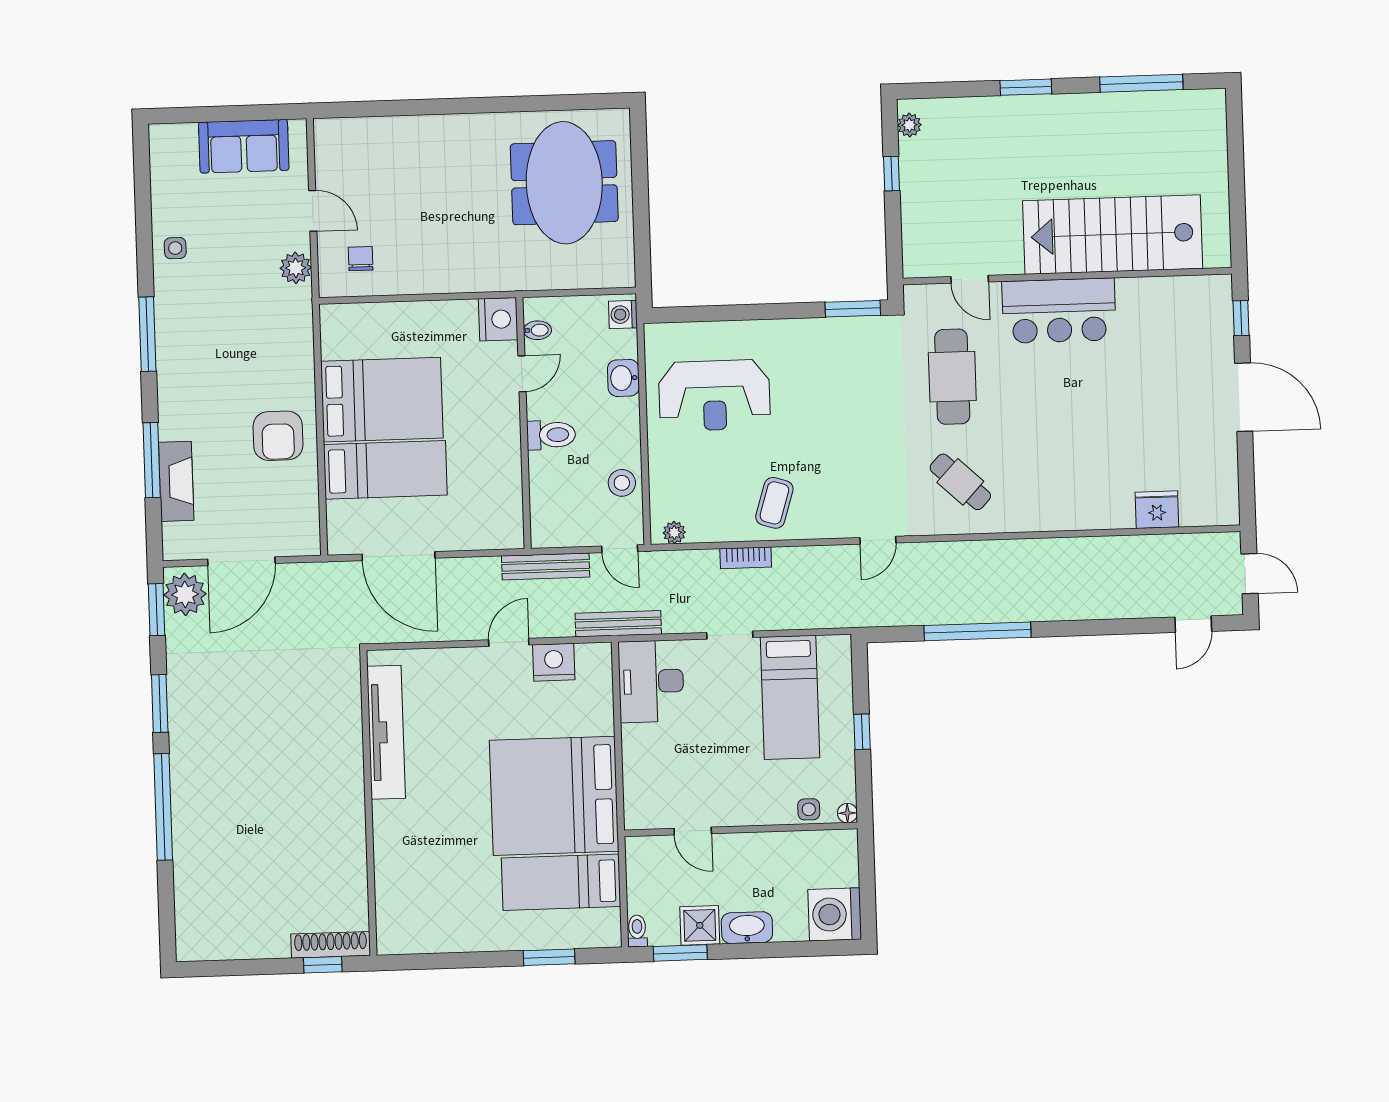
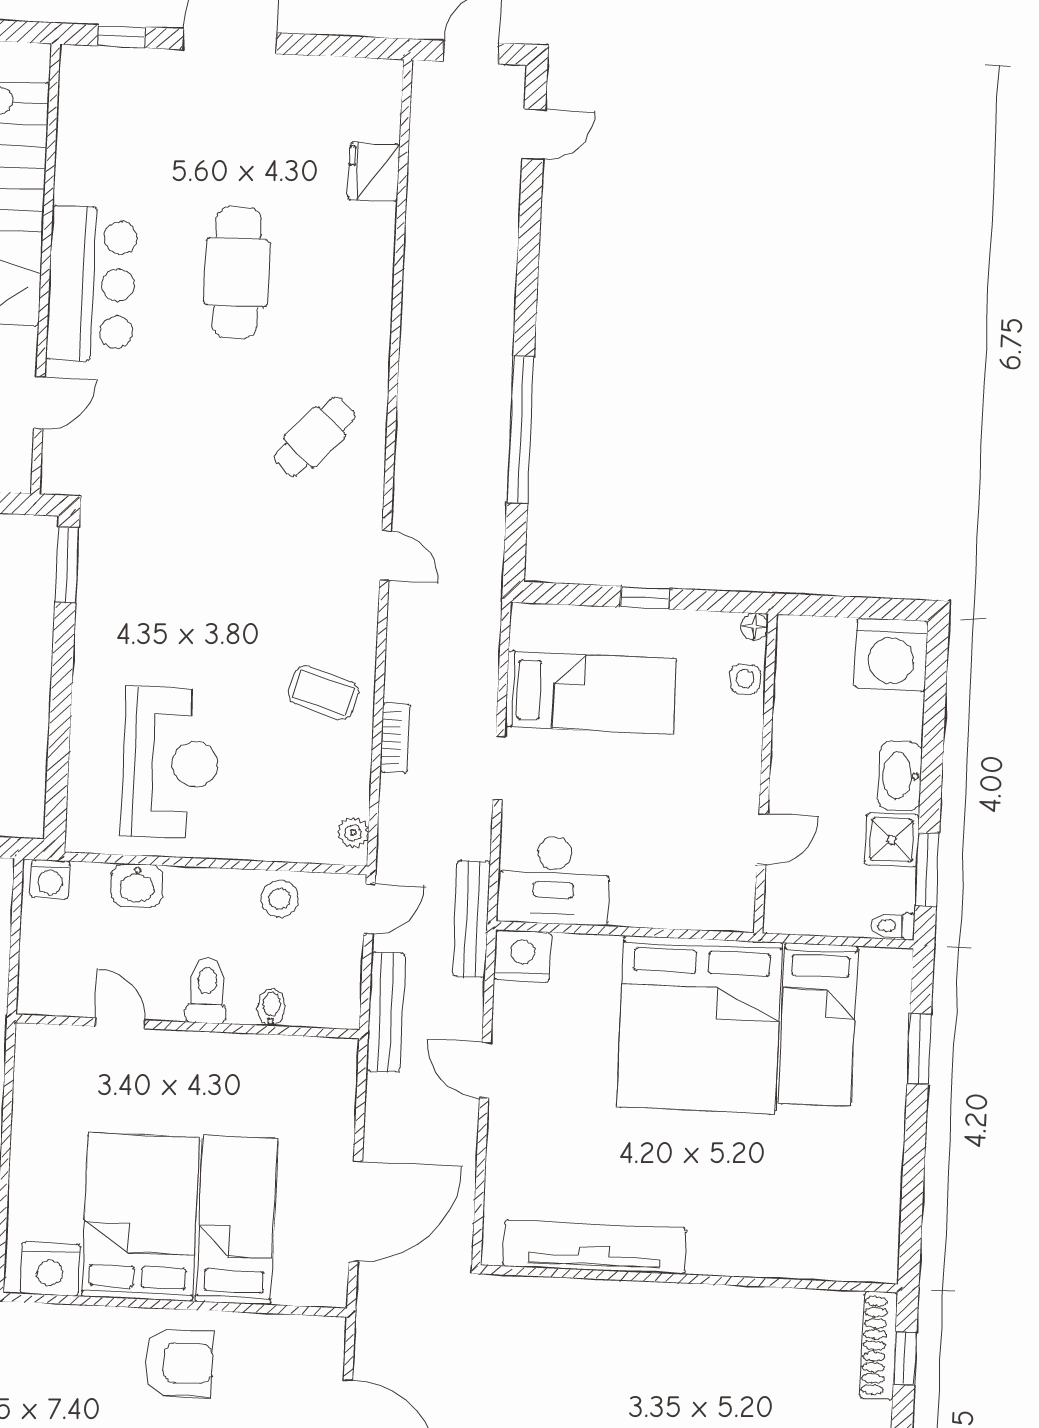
nightstand: (498, 319) -> (50, 1269), moved, turned 180
bidet: (537, 330) -> (271, 1007), moved
cafe table: (952, 377) -> (237, 272), moved, turned 90
door: (1193, 624) -> (534, 134), hinge flipped
nightstand: (554, 662) -> (523, 956), moved, turned 90

